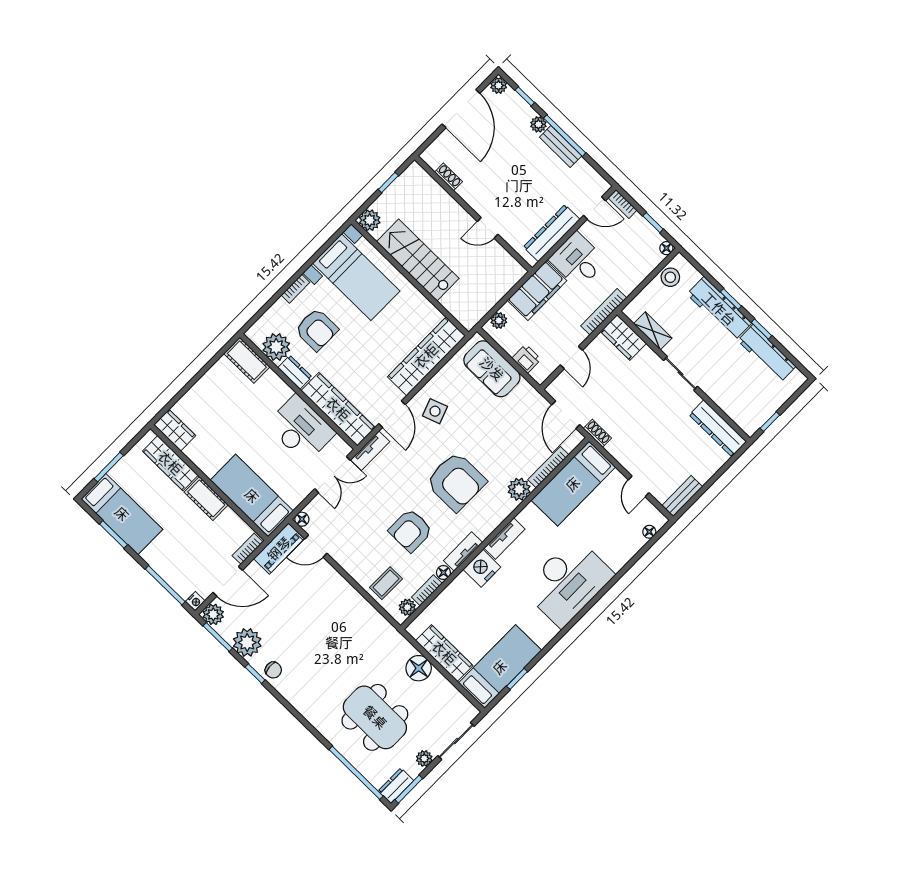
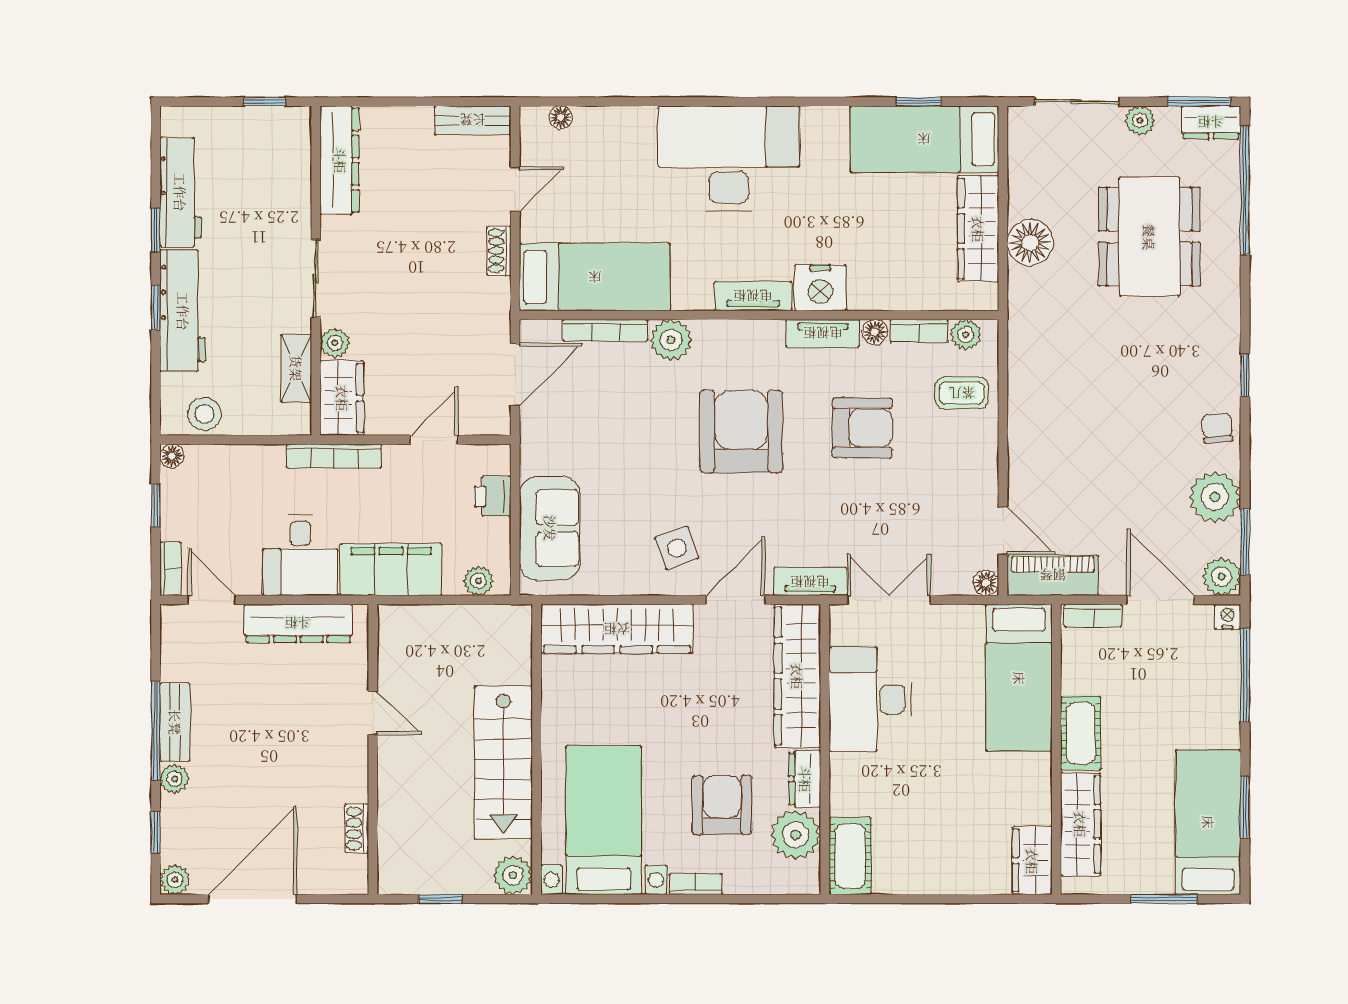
plant: (648, 356) -> (335, 343), added
shoe rack: (597, 433) -> (499, 251), moved
window: (255, 674) -> (1245, 375), moved

